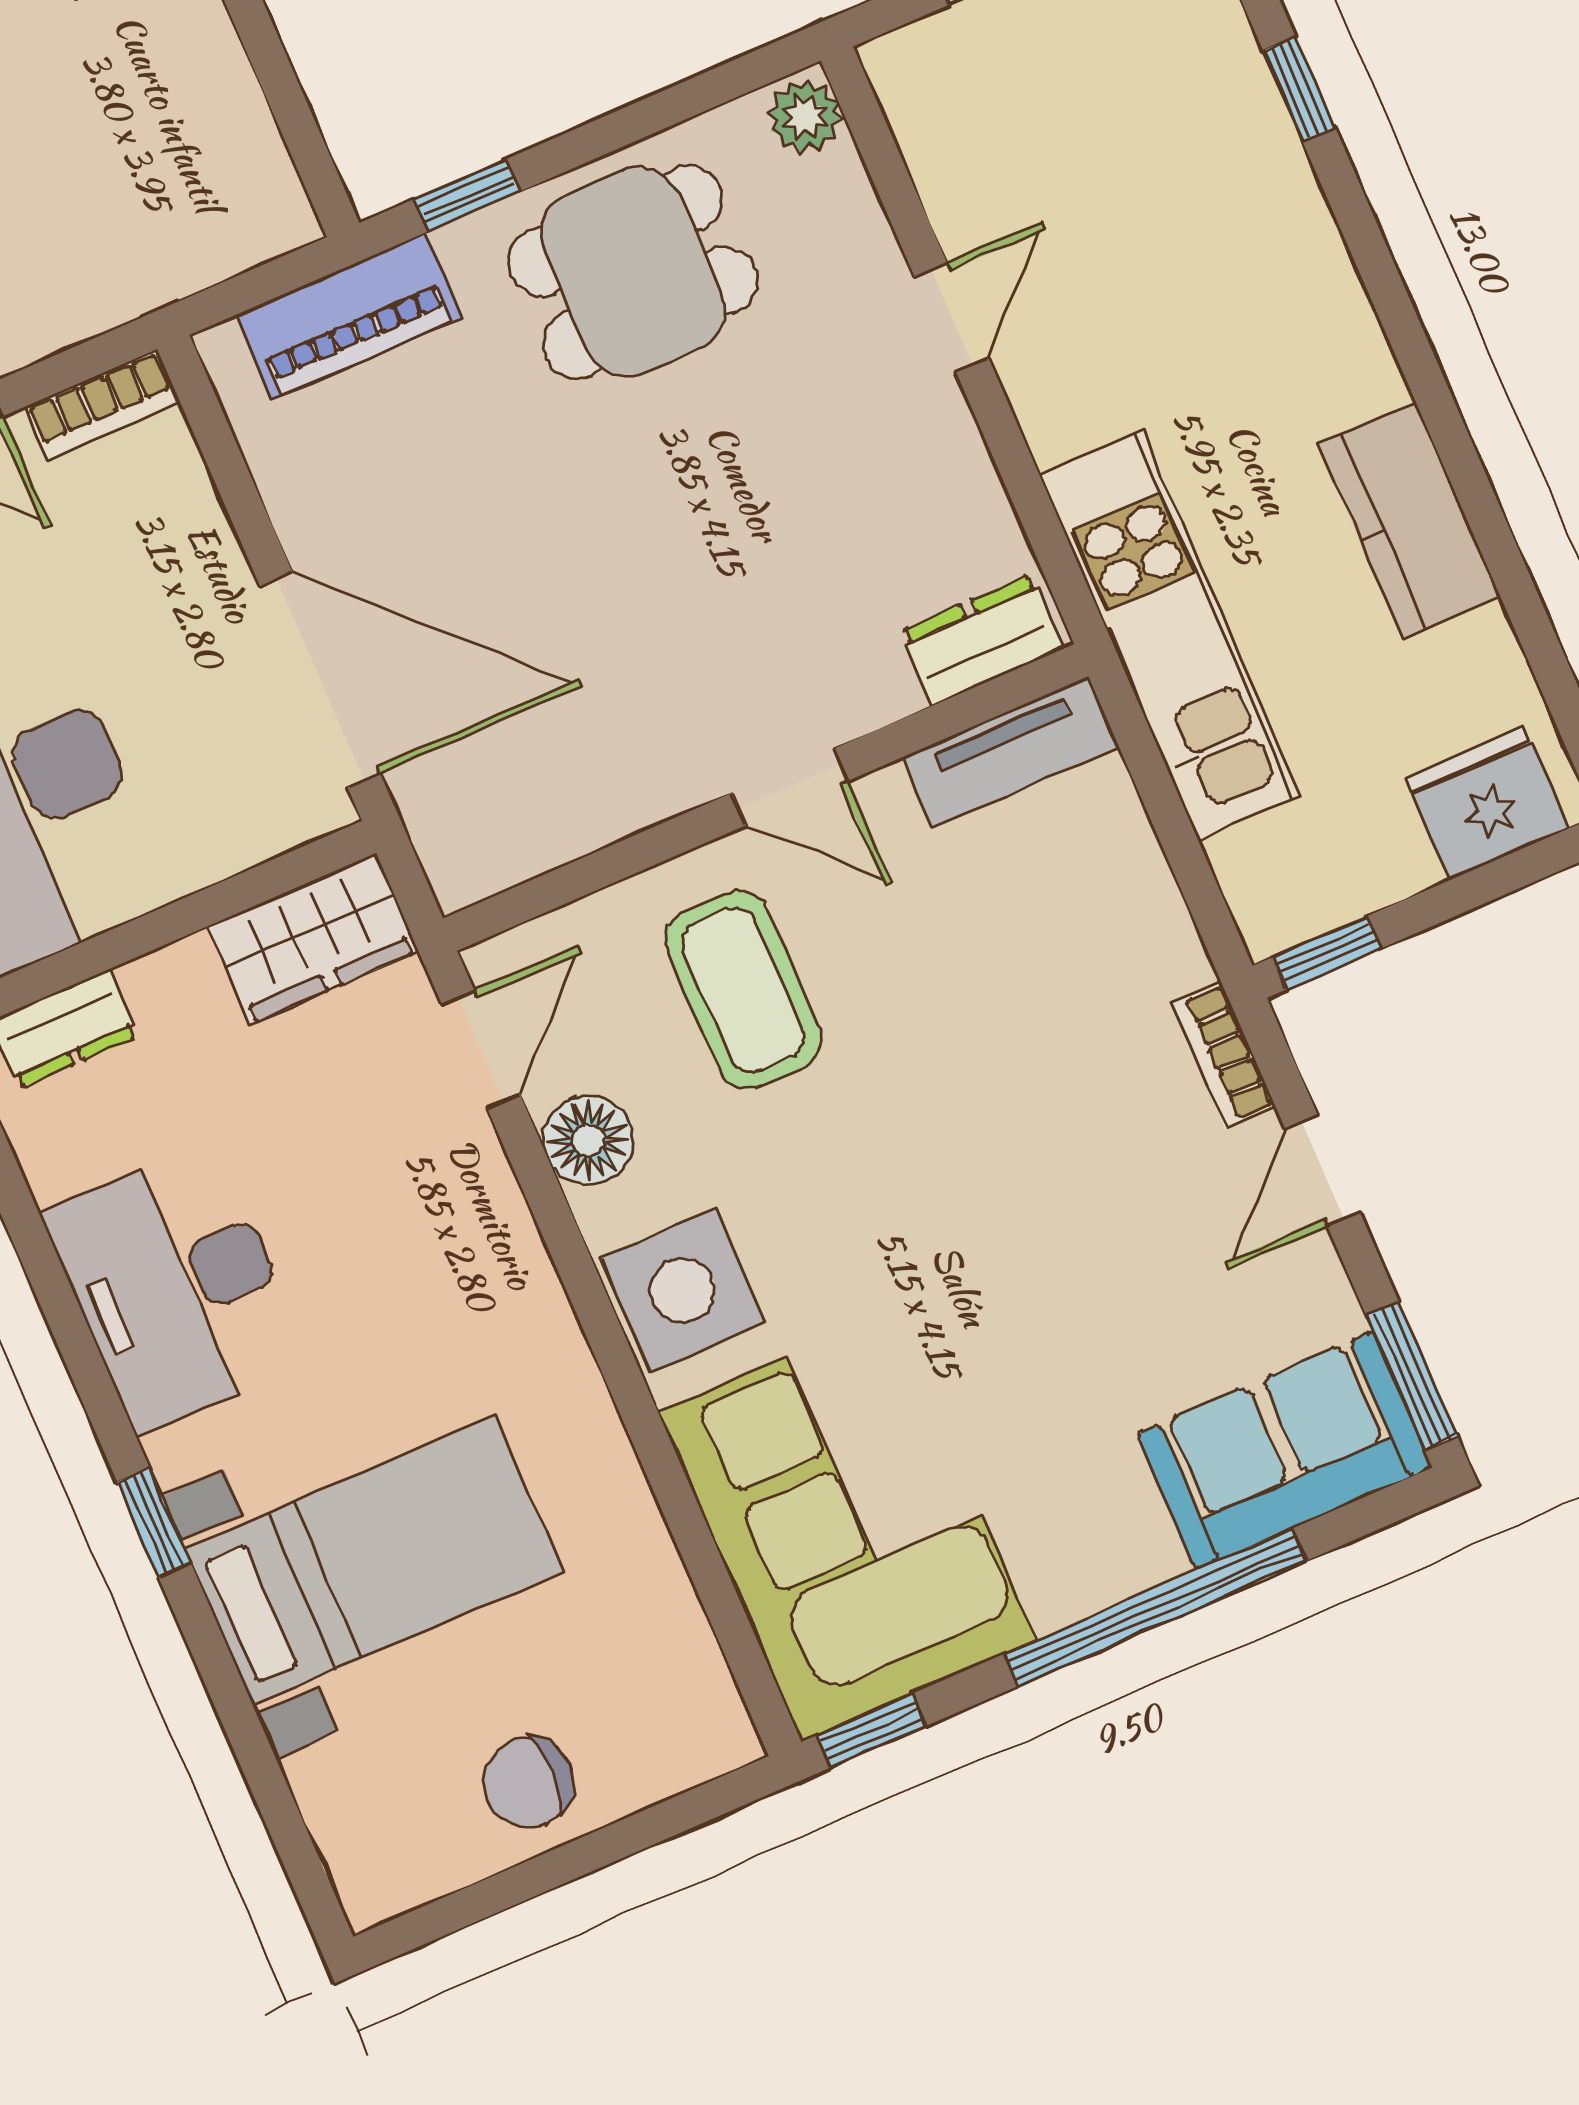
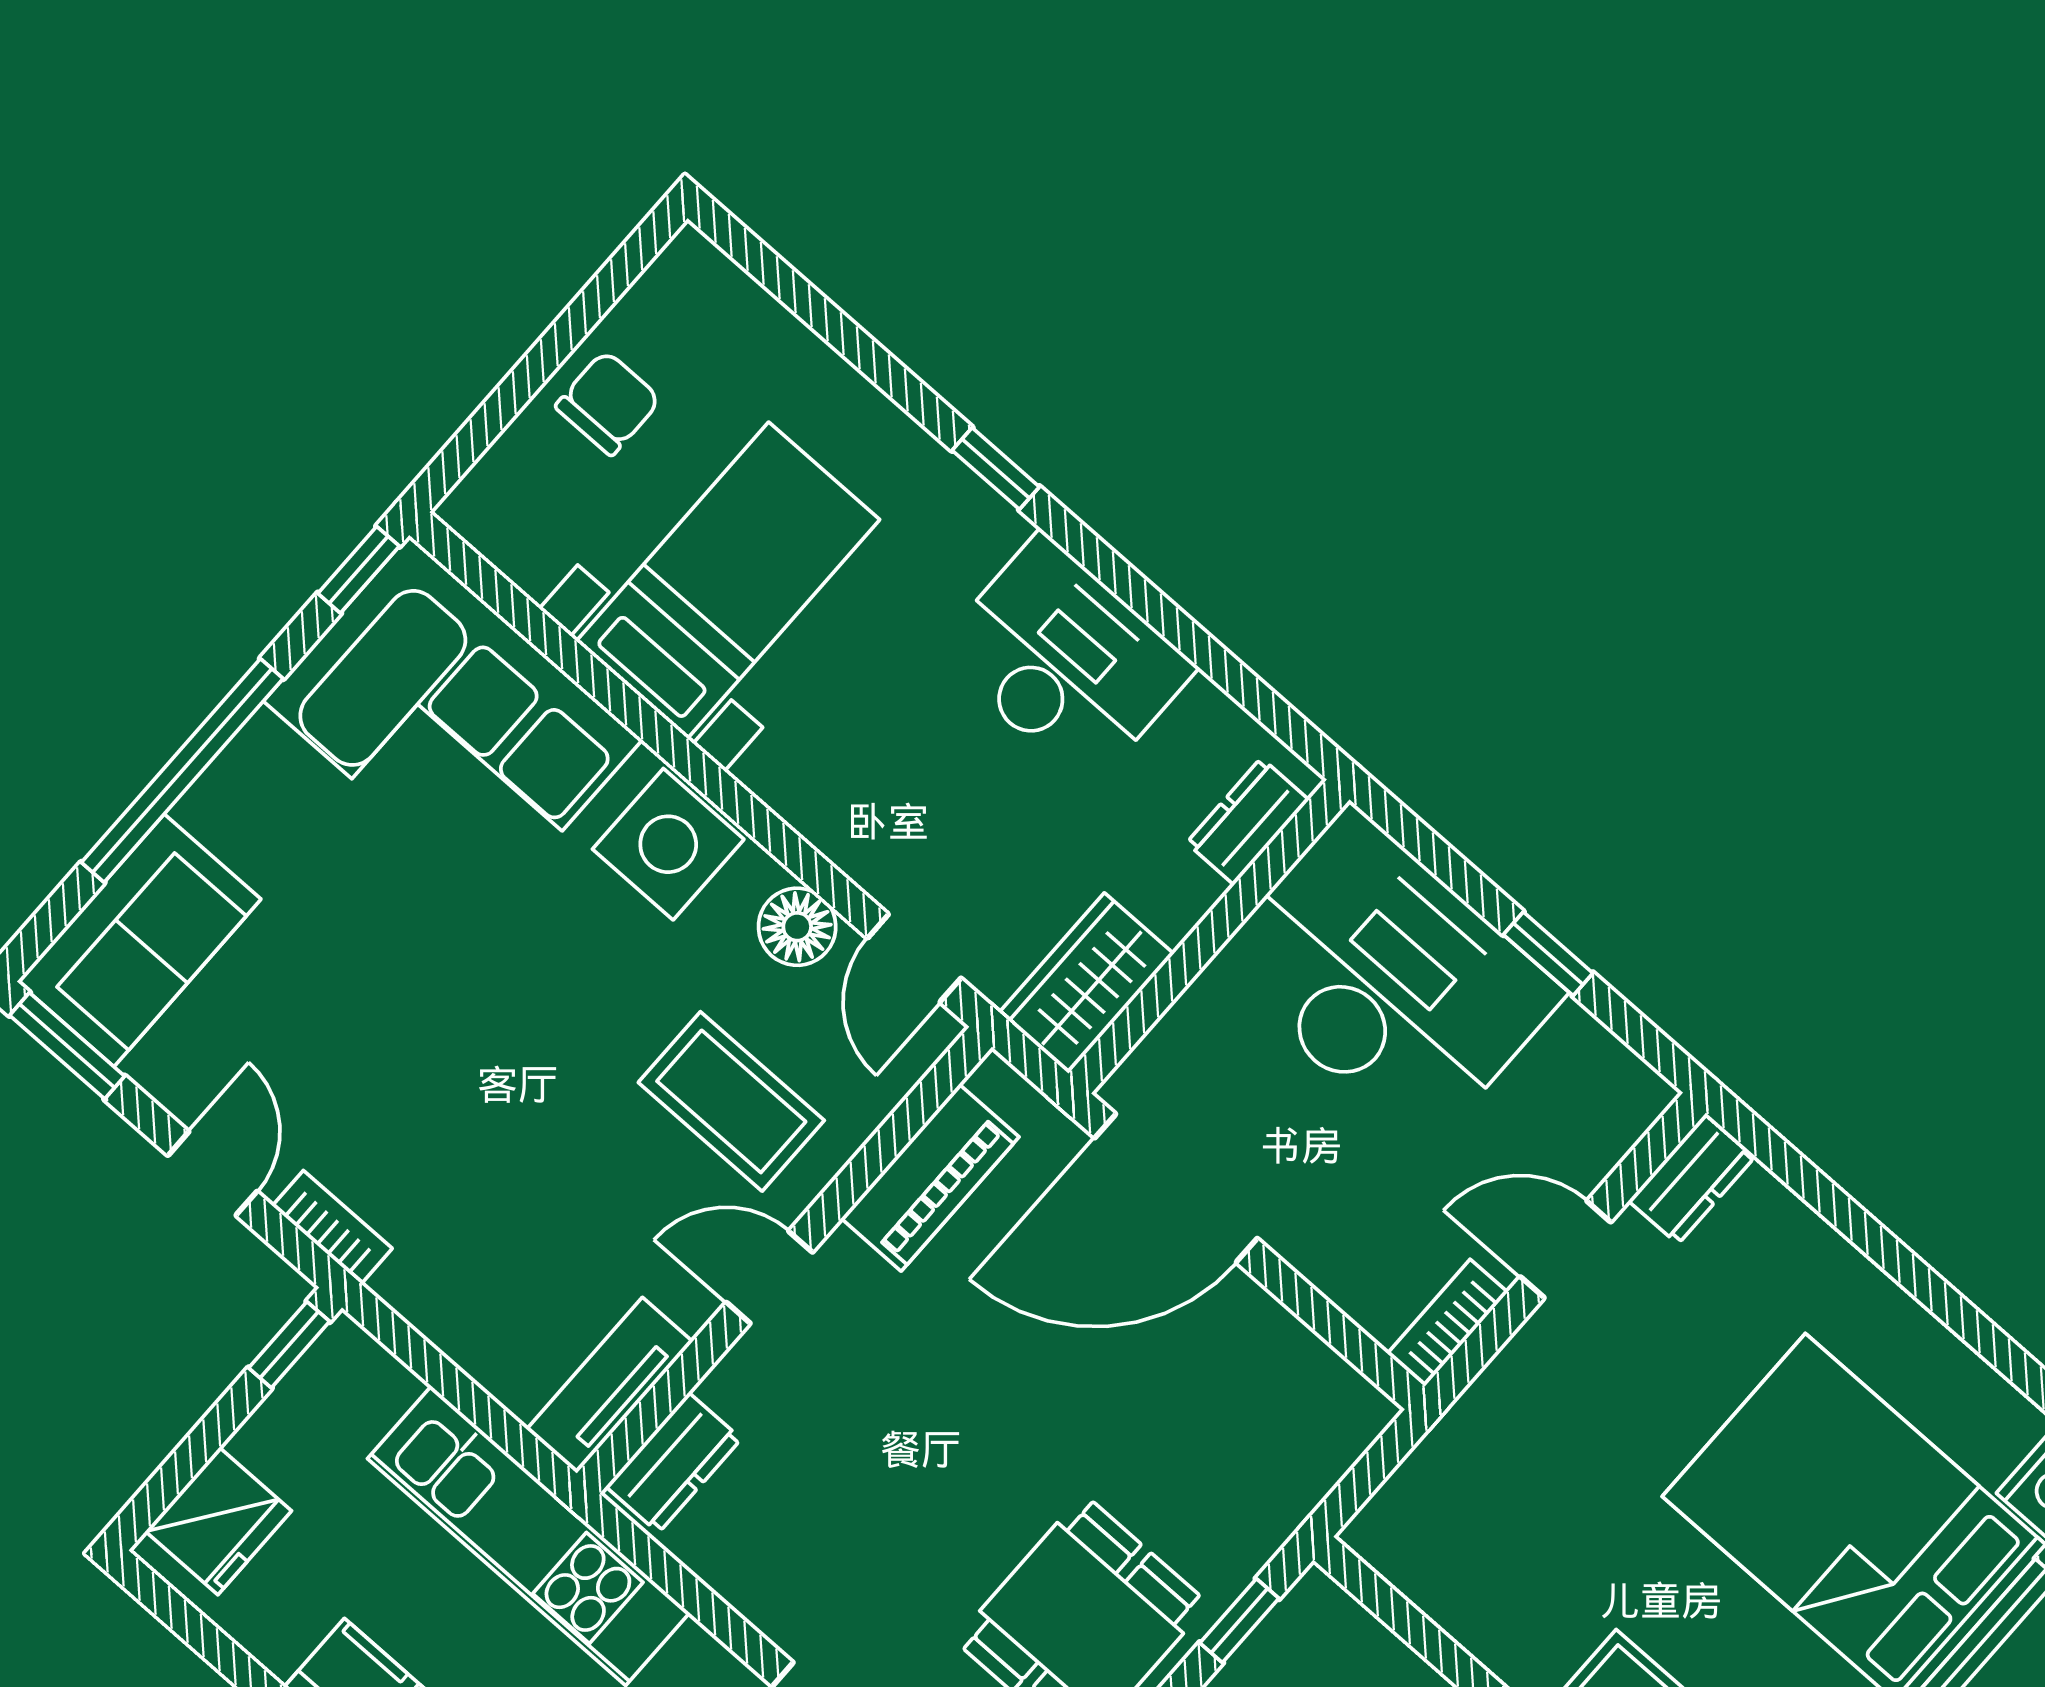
piano: (349, 316) -> (930, 1178), moved, turned 180
bed with nightstands: (374, 1560) -> (728, 580), moved, turned 180

